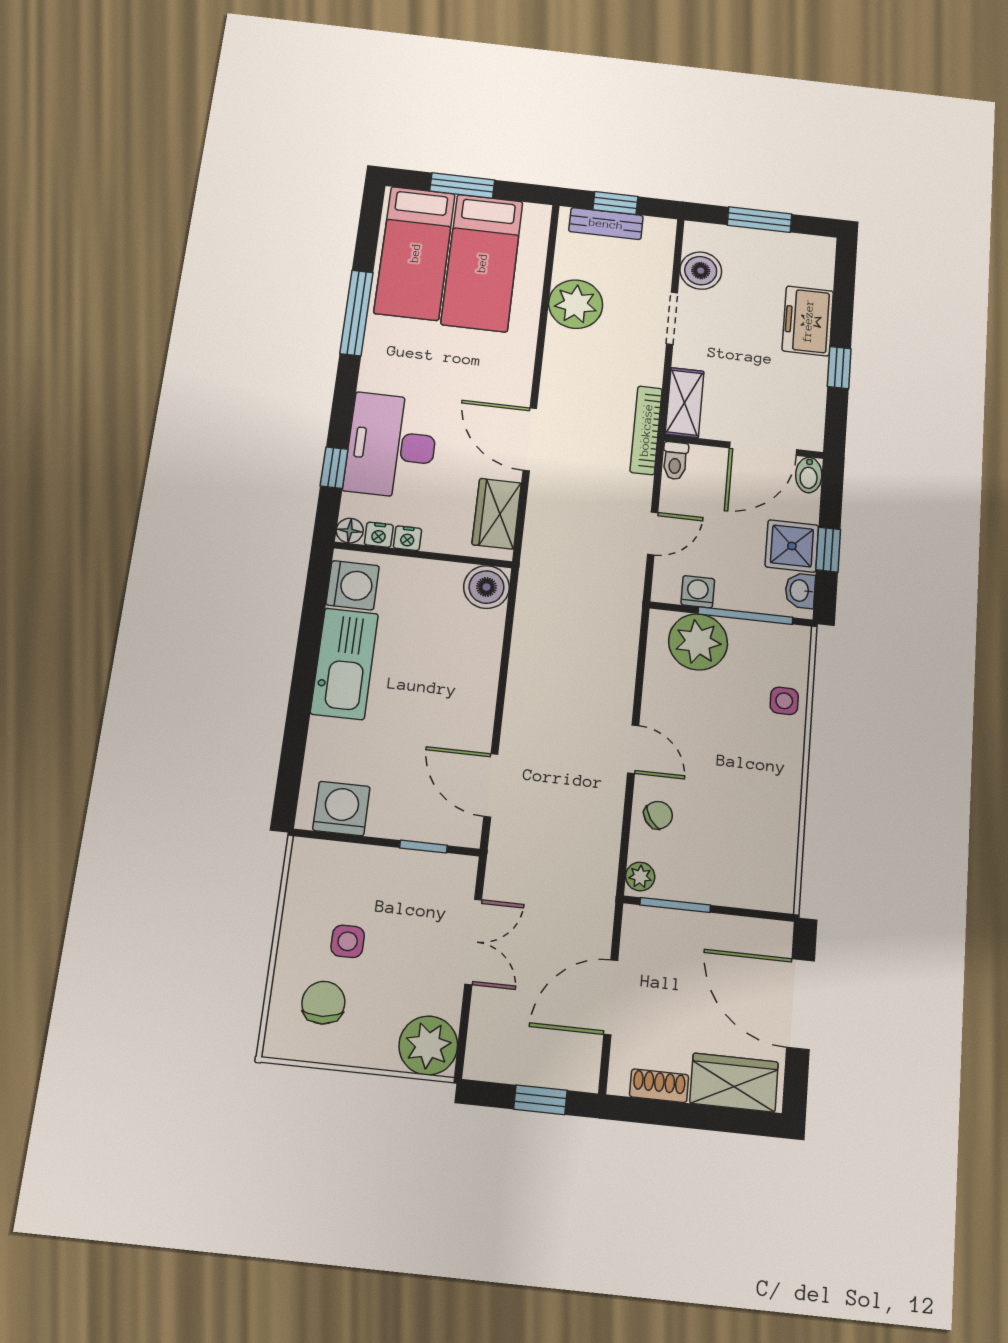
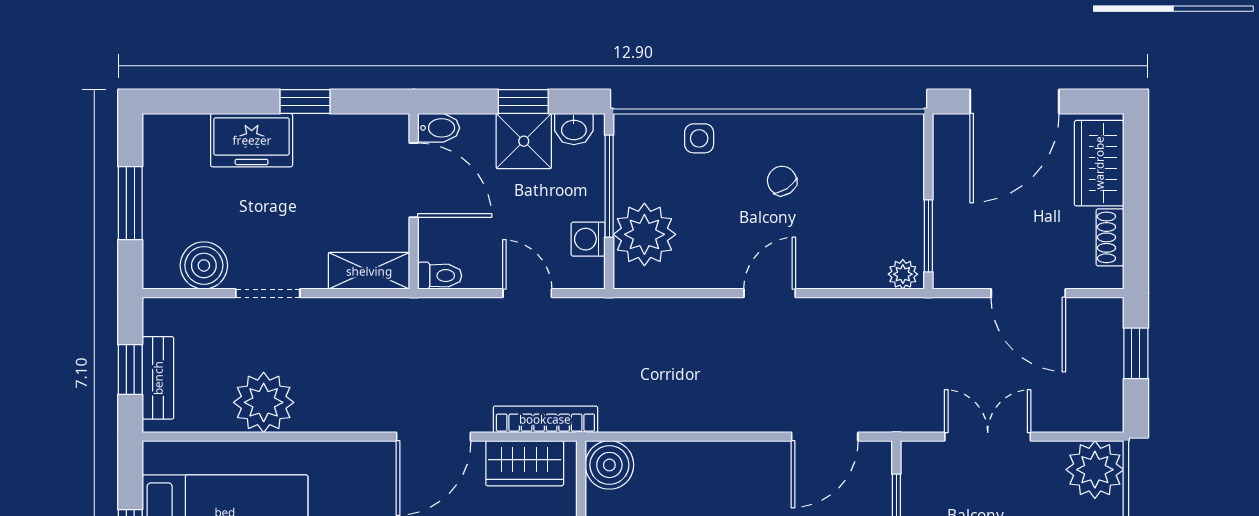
bookcase: (646, 430) -> (545, 419), moved, turned 180
chair: (658, 815) -> (782, 181), moved

